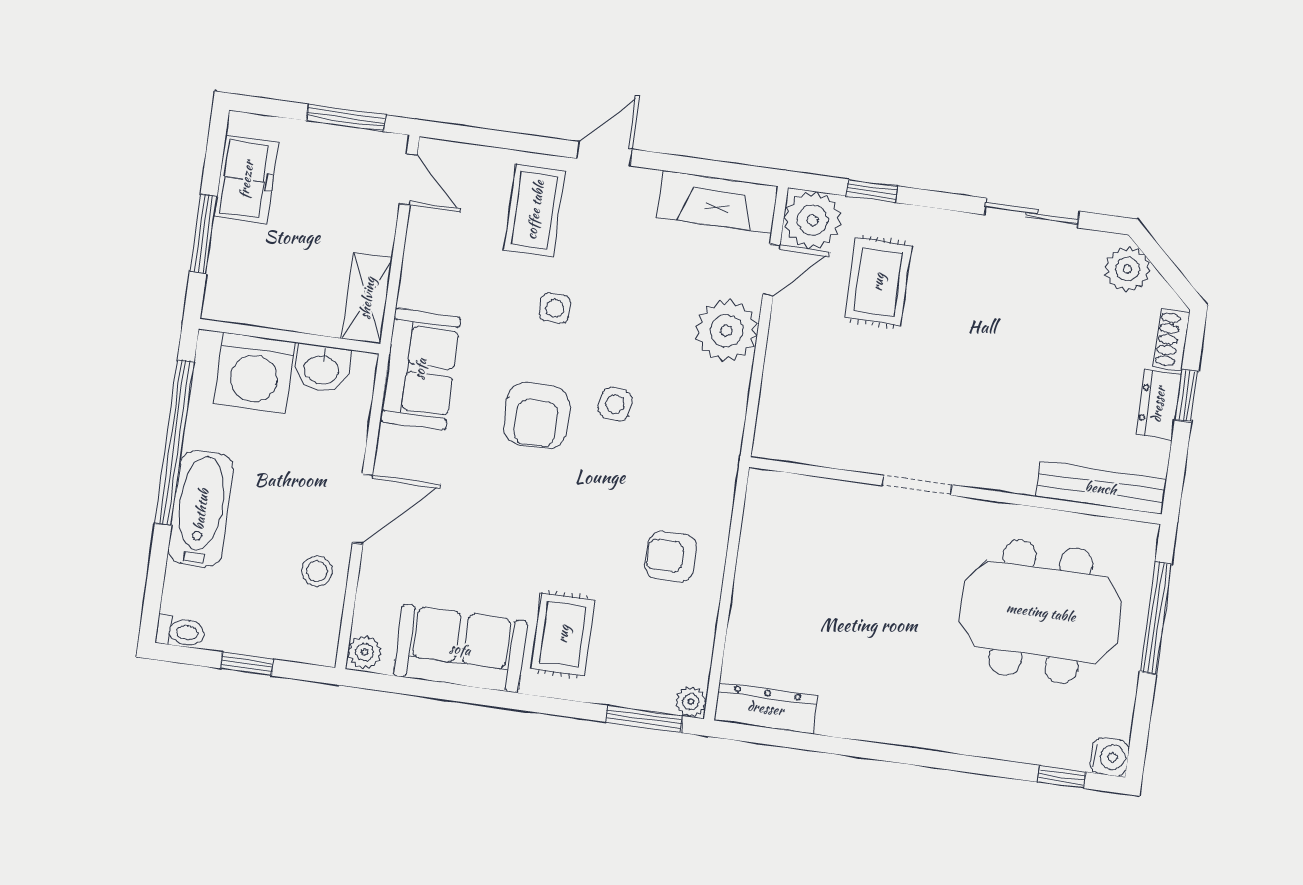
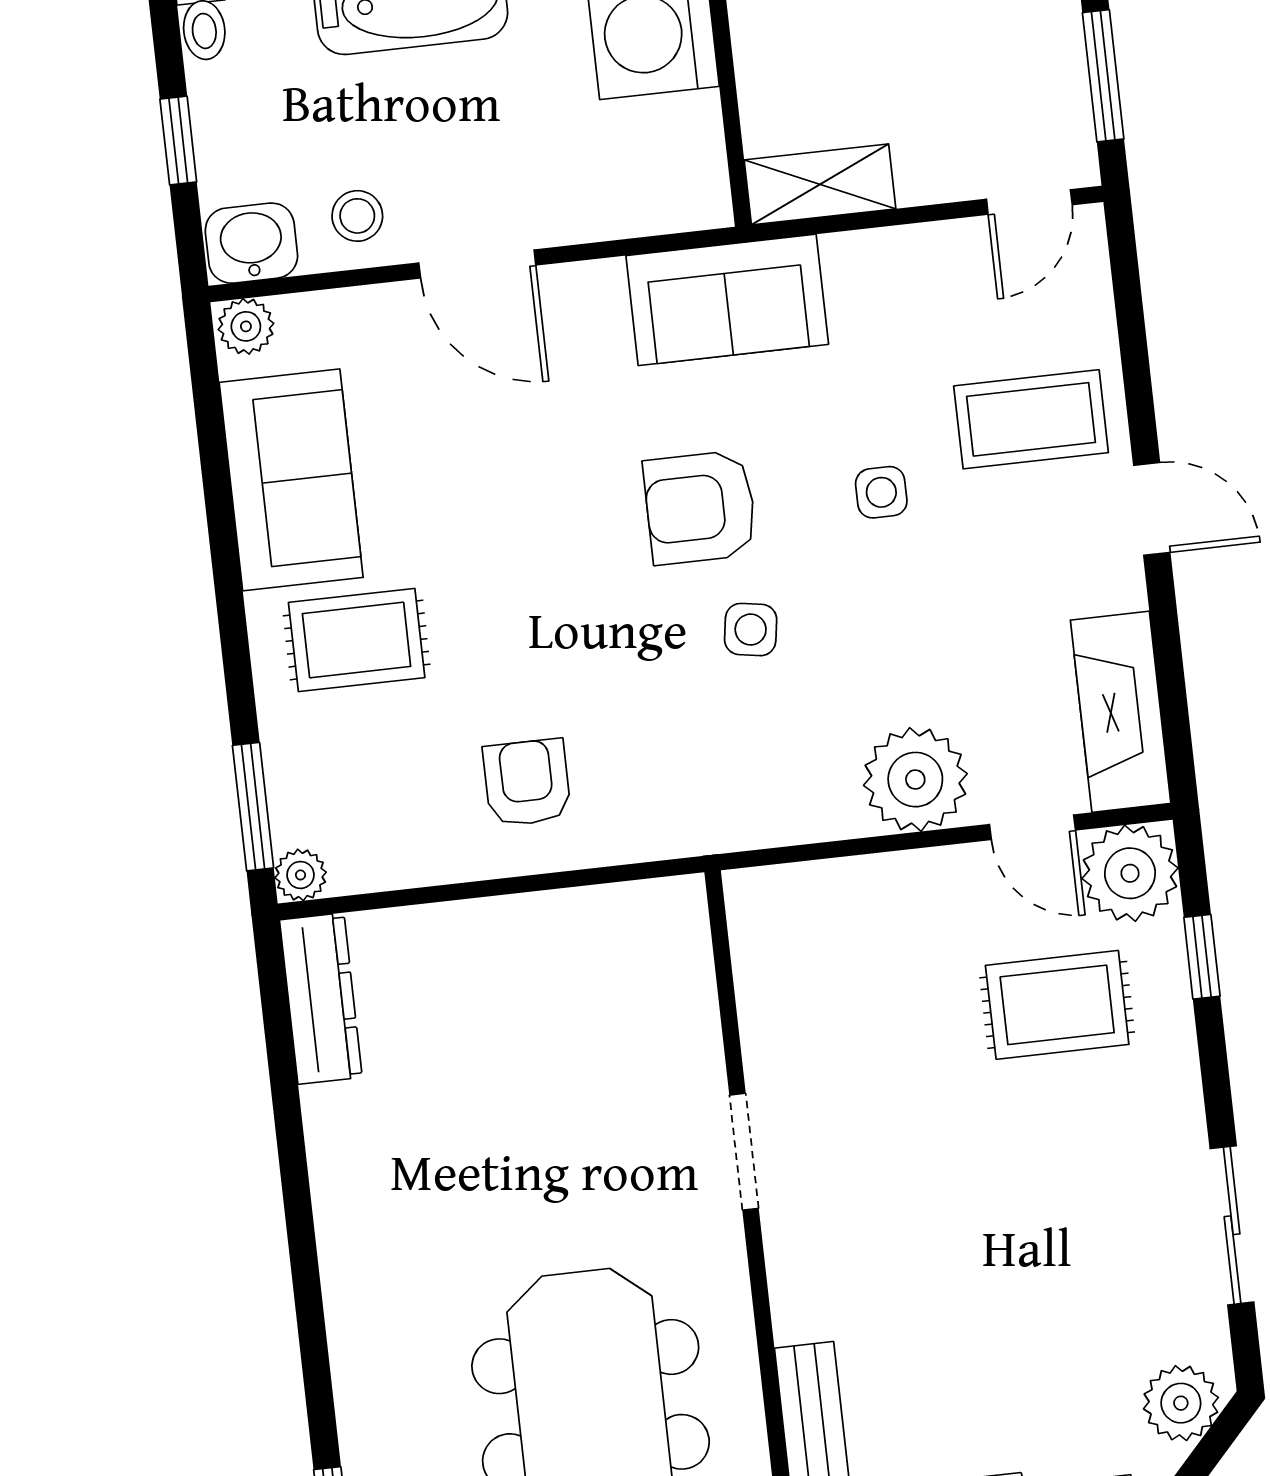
washbasin: (322, 368) -> (251, 243), moved, turned 90

